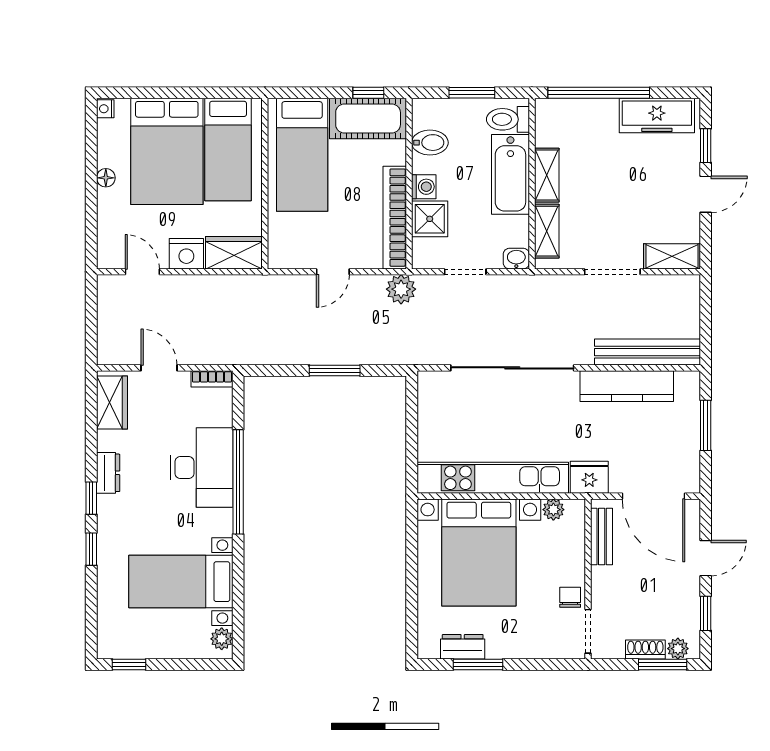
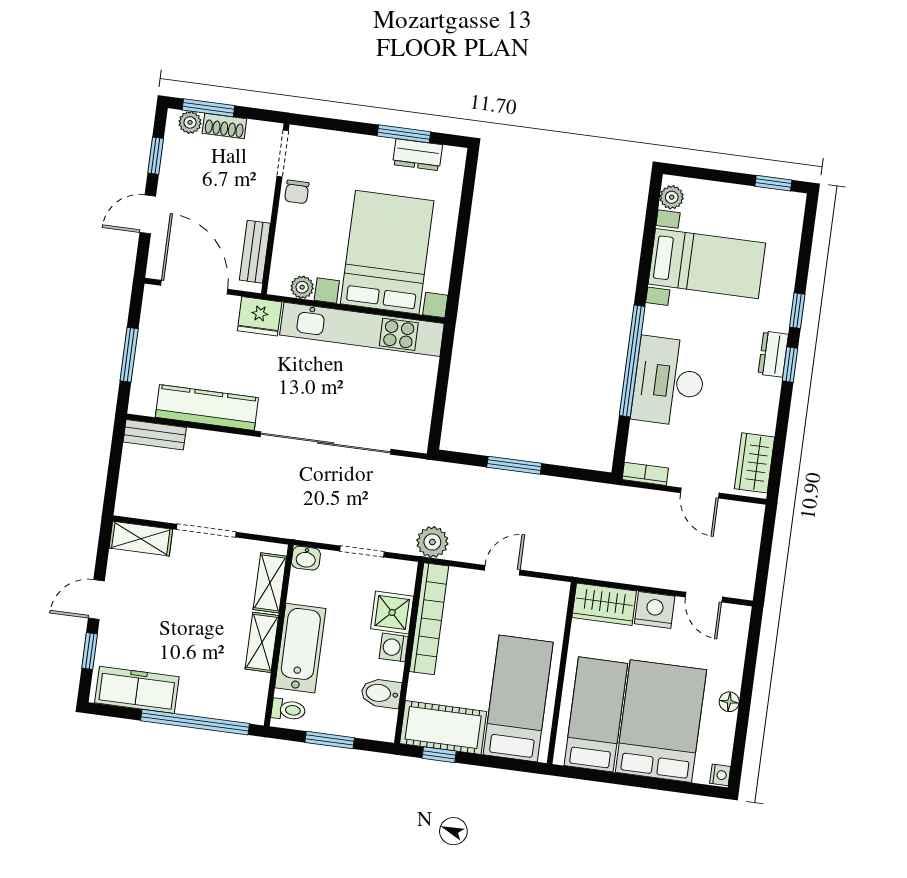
toilet: (508, 119) -> (288, 710), width x0.73, depth x0.72
bench: (647, 352) -> (155, 435), width x0.54, depth x0.82
dresser: (108, 473) -> (773, 354), moved

